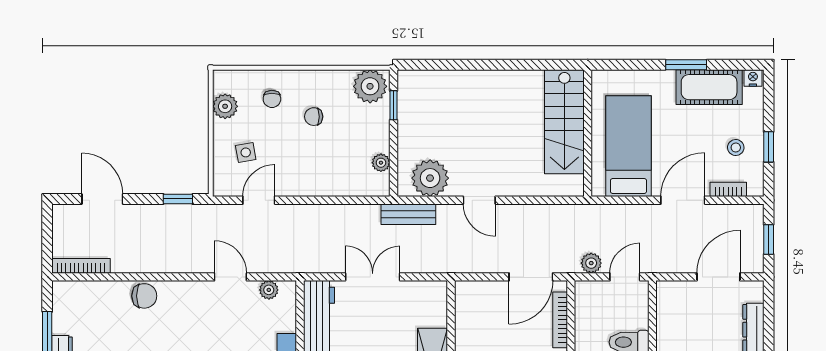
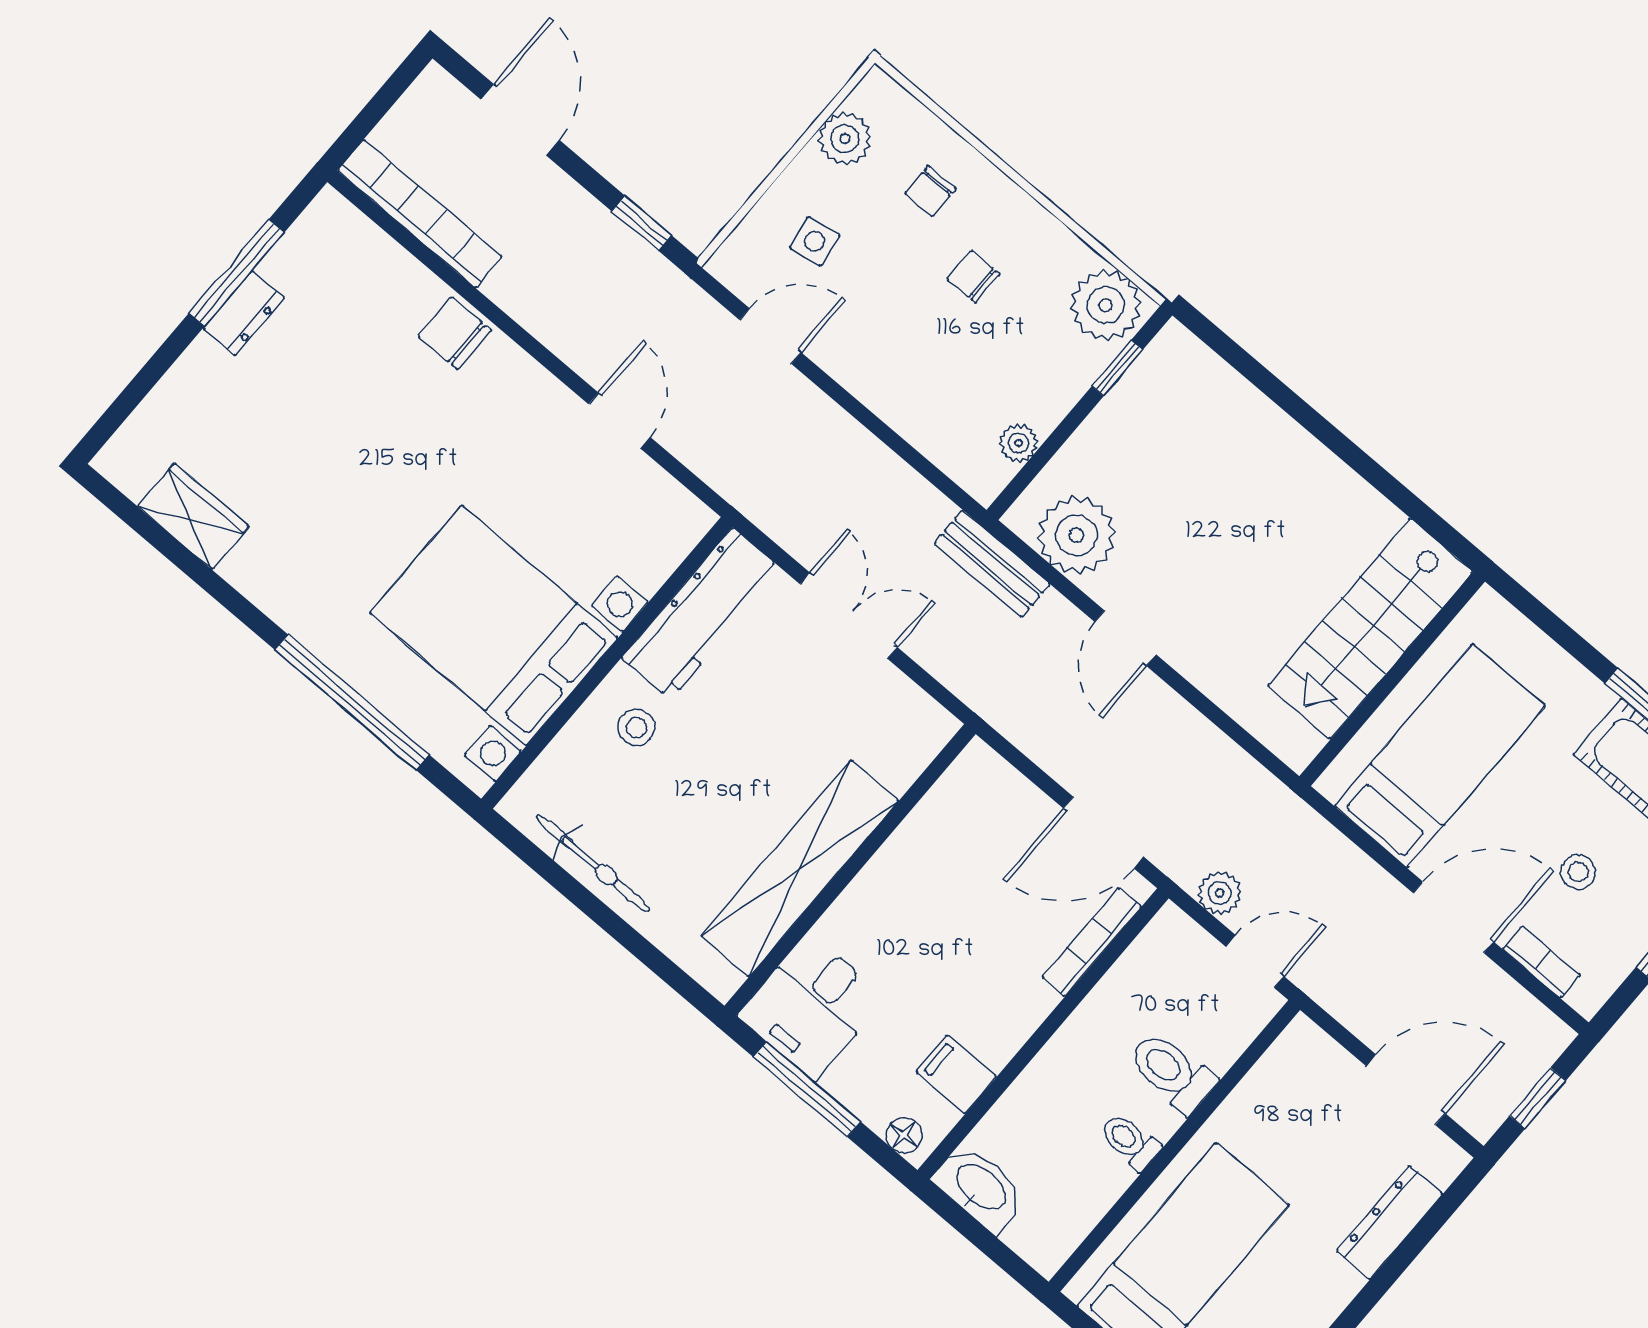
stool: (736, 147) -> (1578, 872), moved
bookcase: (81, 266) -> (420, 214), width x1.48, depth x1.31
plant: (269, 290) -> (664, 494), removed
chair: (144, 296) -> (455, 333), turned 180

